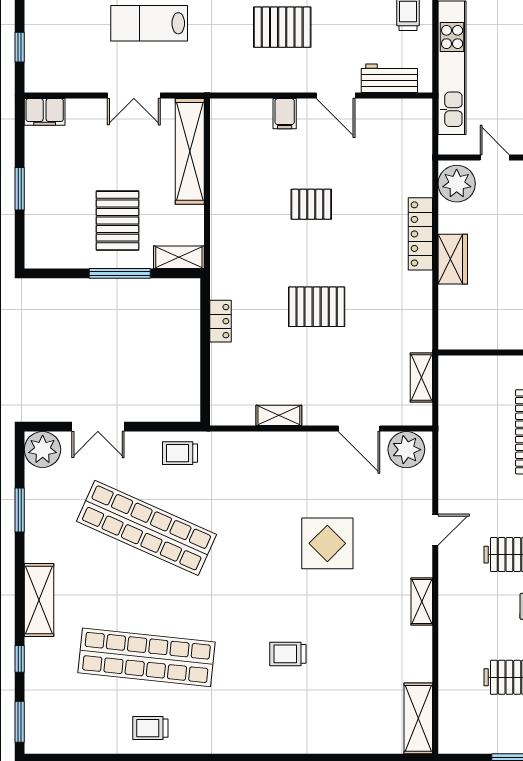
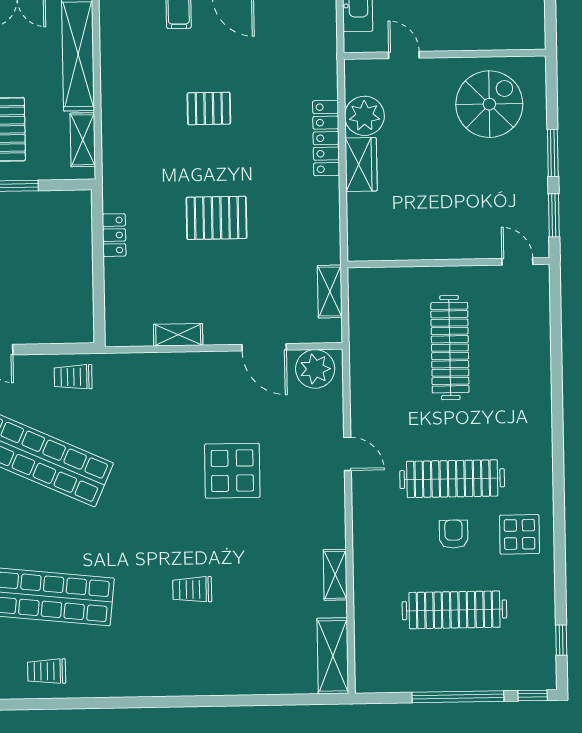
plant: (457, 184) -> (364, 116), moved
shelving: (179, 257) -> (83, 140), moved, turned 90
door: (435, 530) -> (348, 454), hinge flipped
shelving: (422, 602) -> (335, 575), moved

